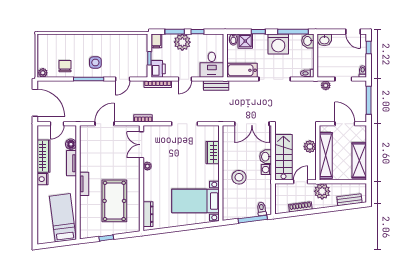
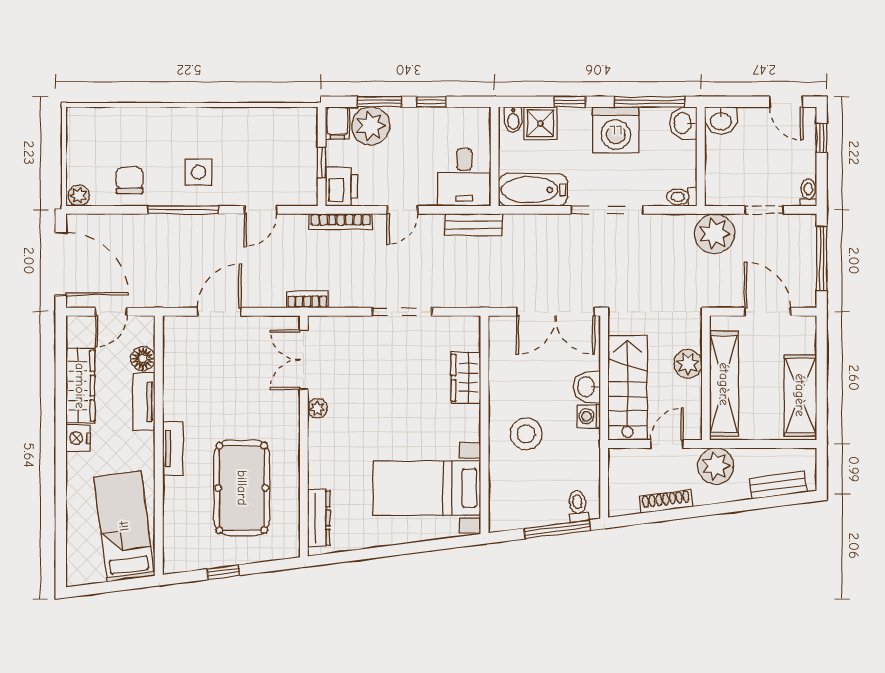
plant: (182, 42) -> (371, 126), moved
plant: (326, 85) -> (715, 234), width x1.88, depth x1.88

